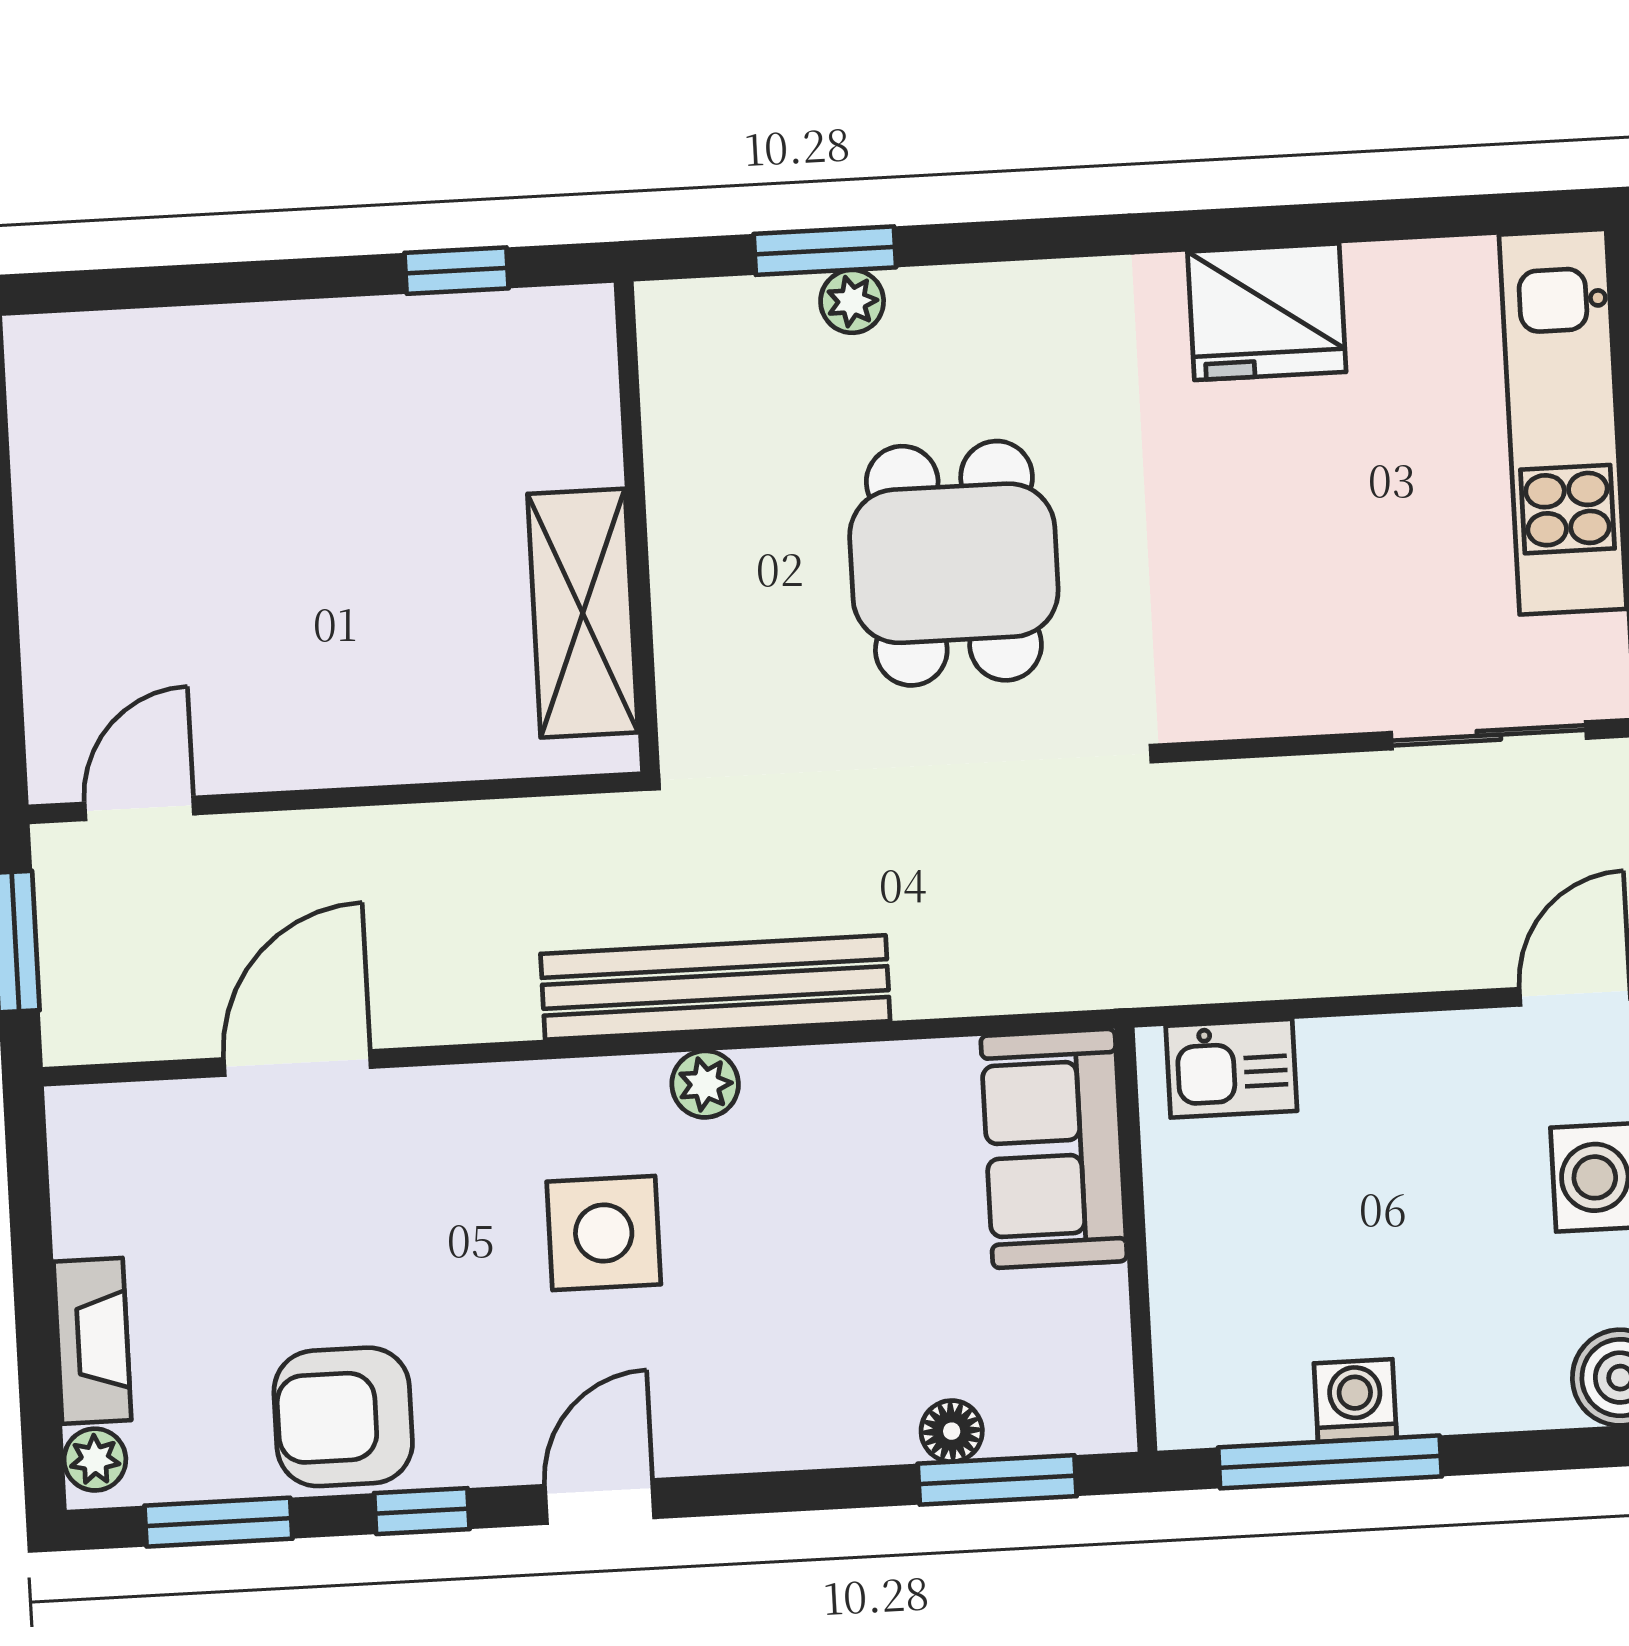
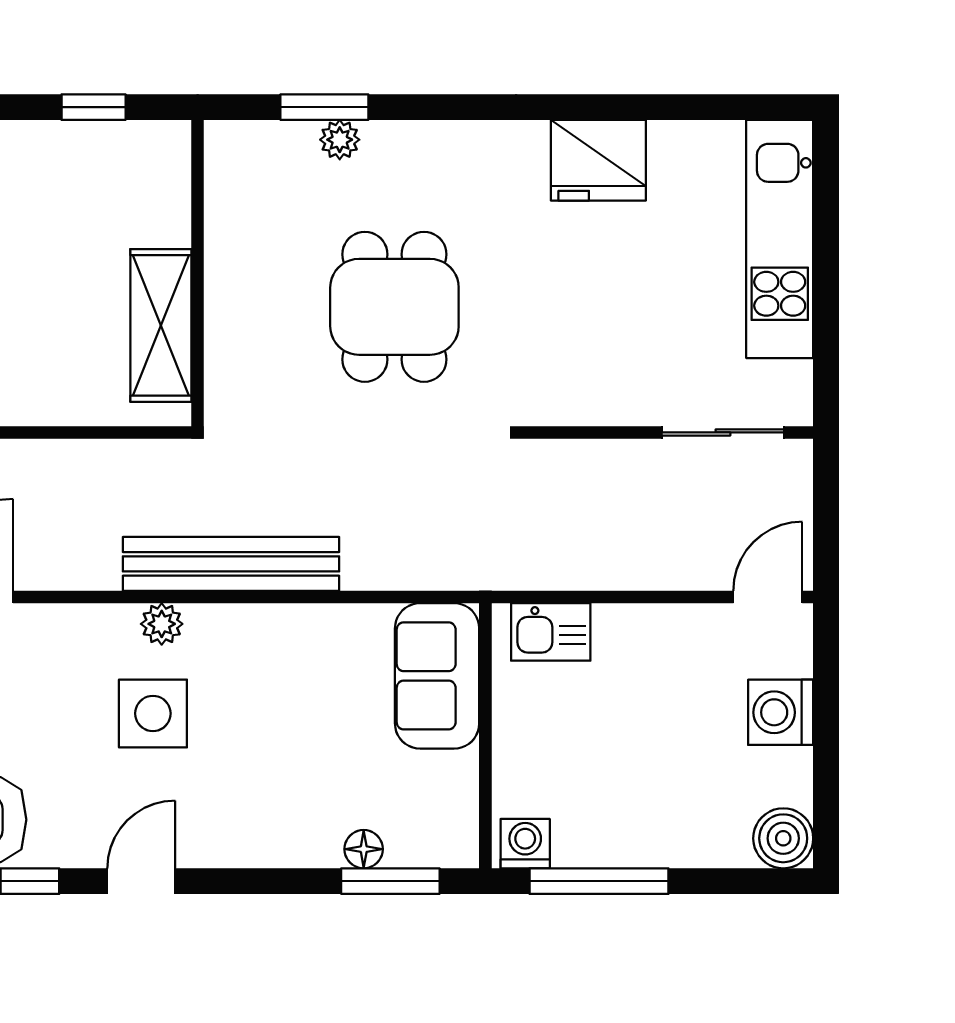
plant: (705, 1084) -> (162, 624), moved
washing machine: (1355, 1400) -> (525, 844), moved

